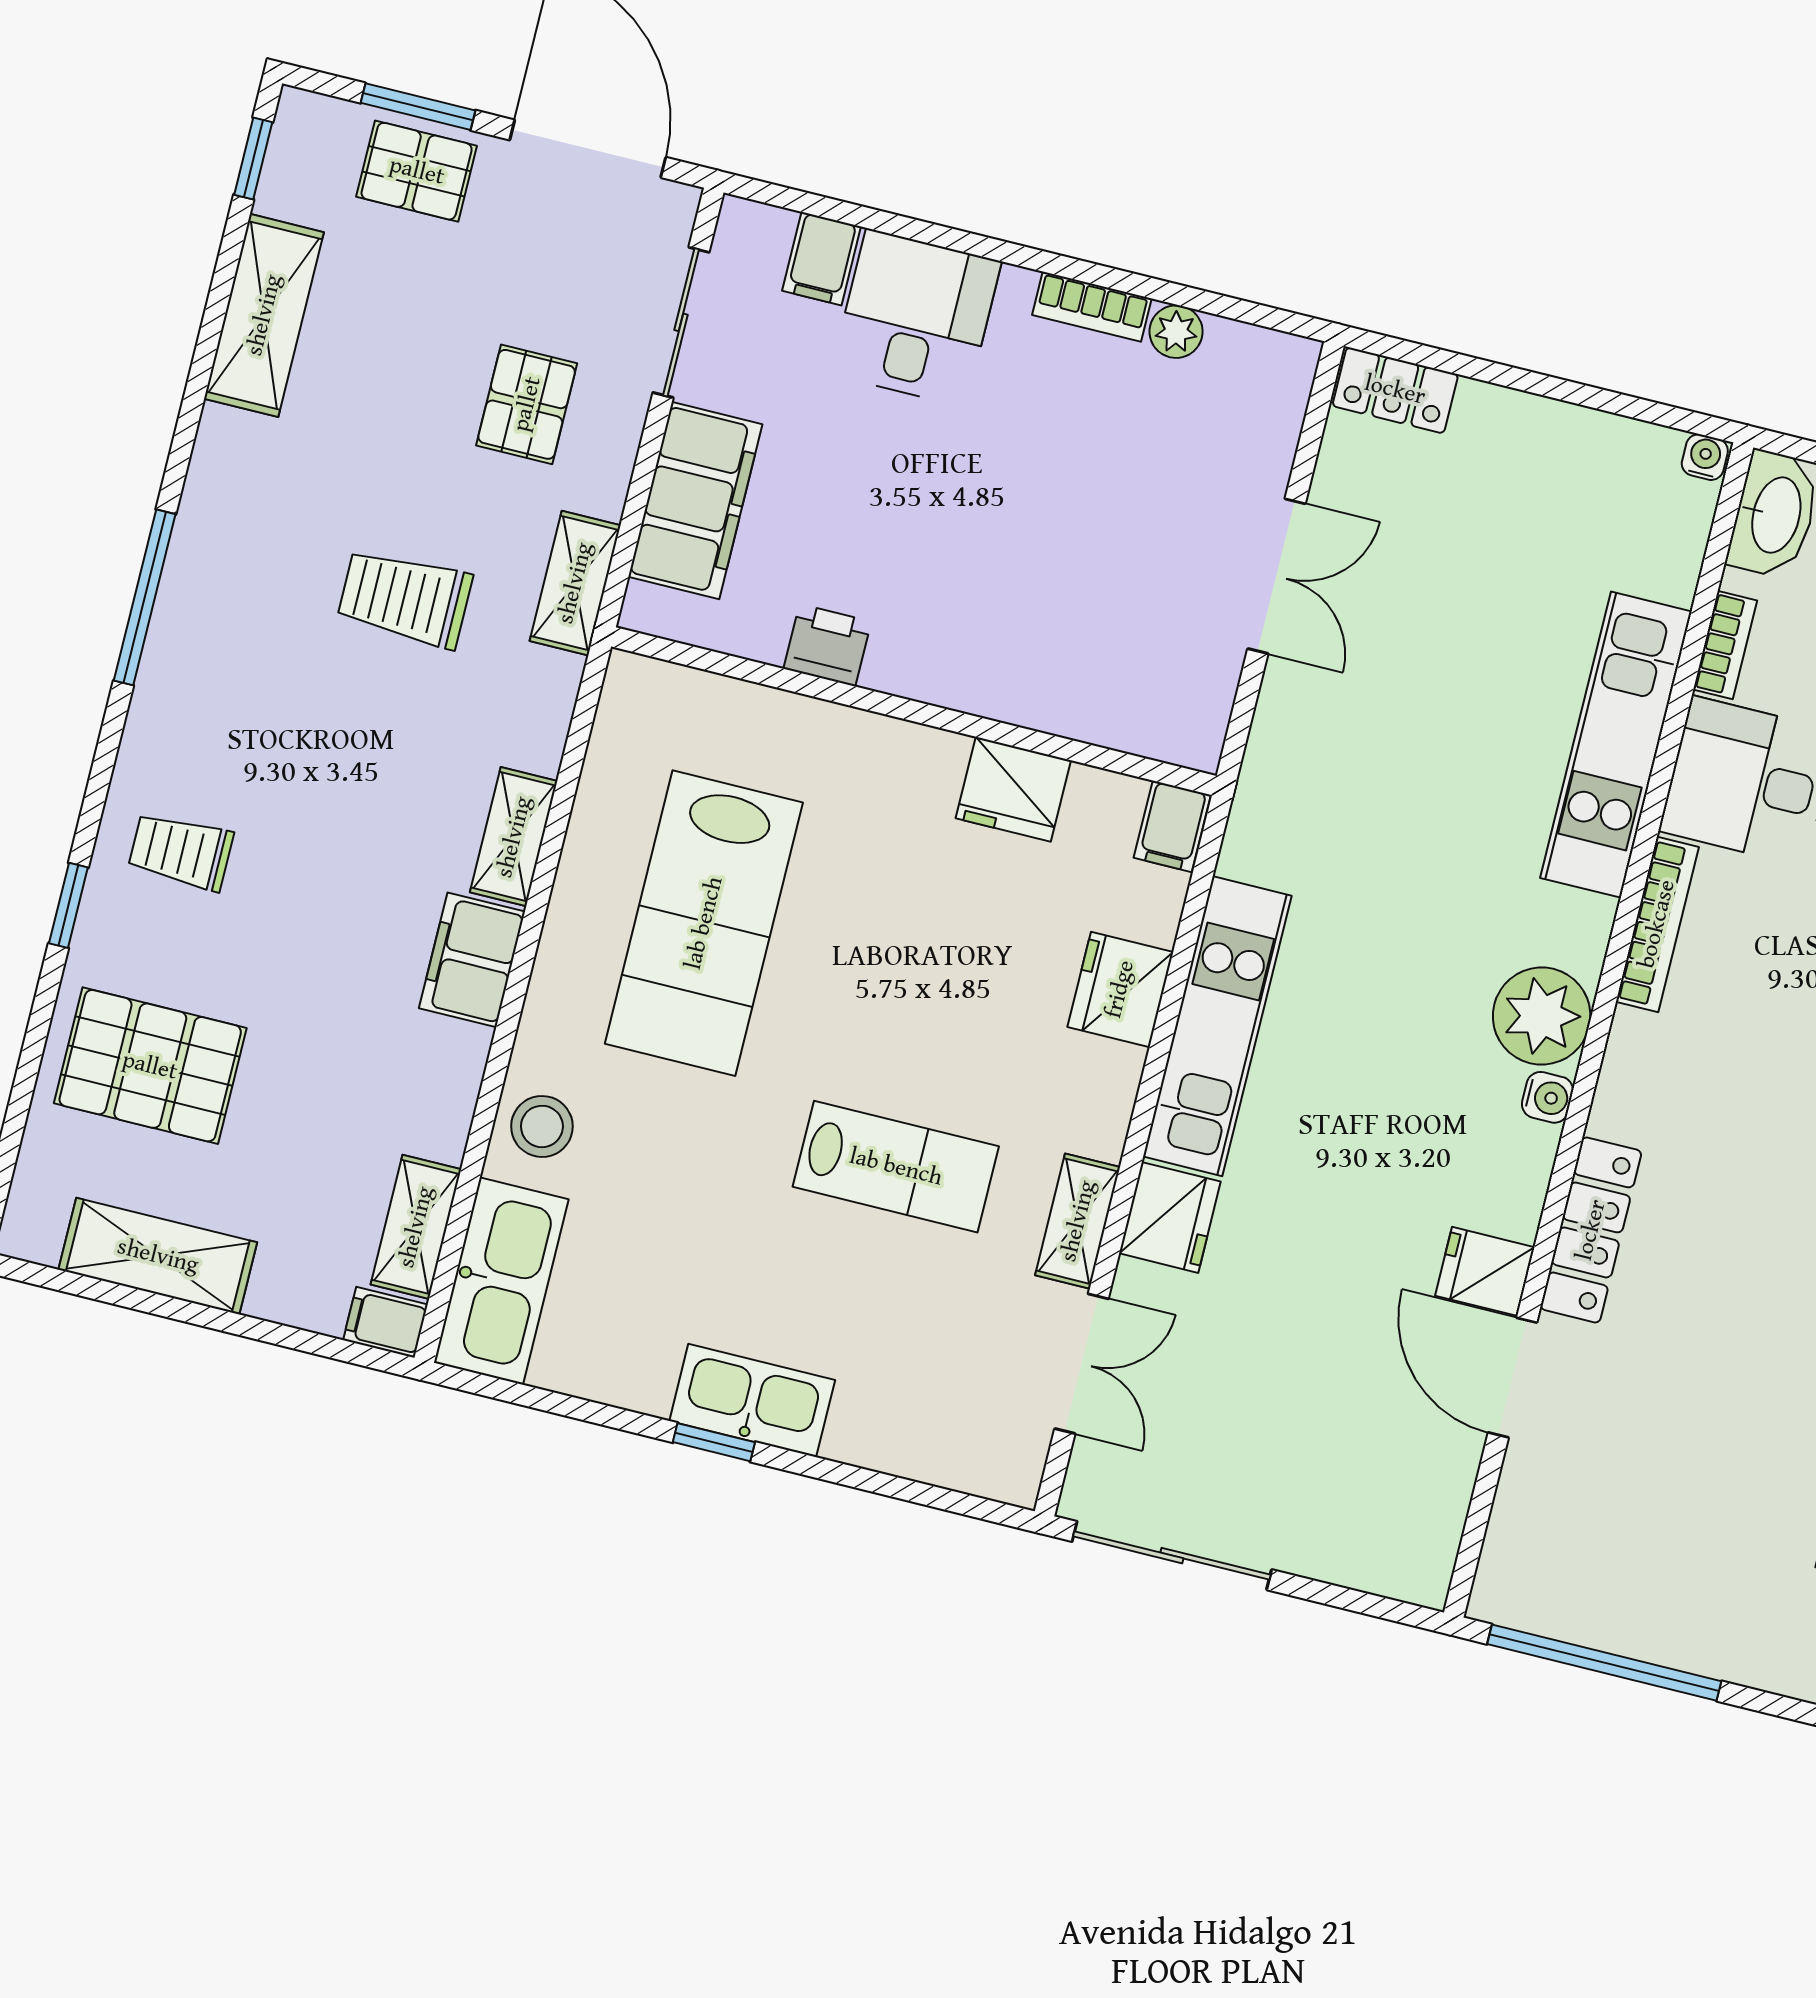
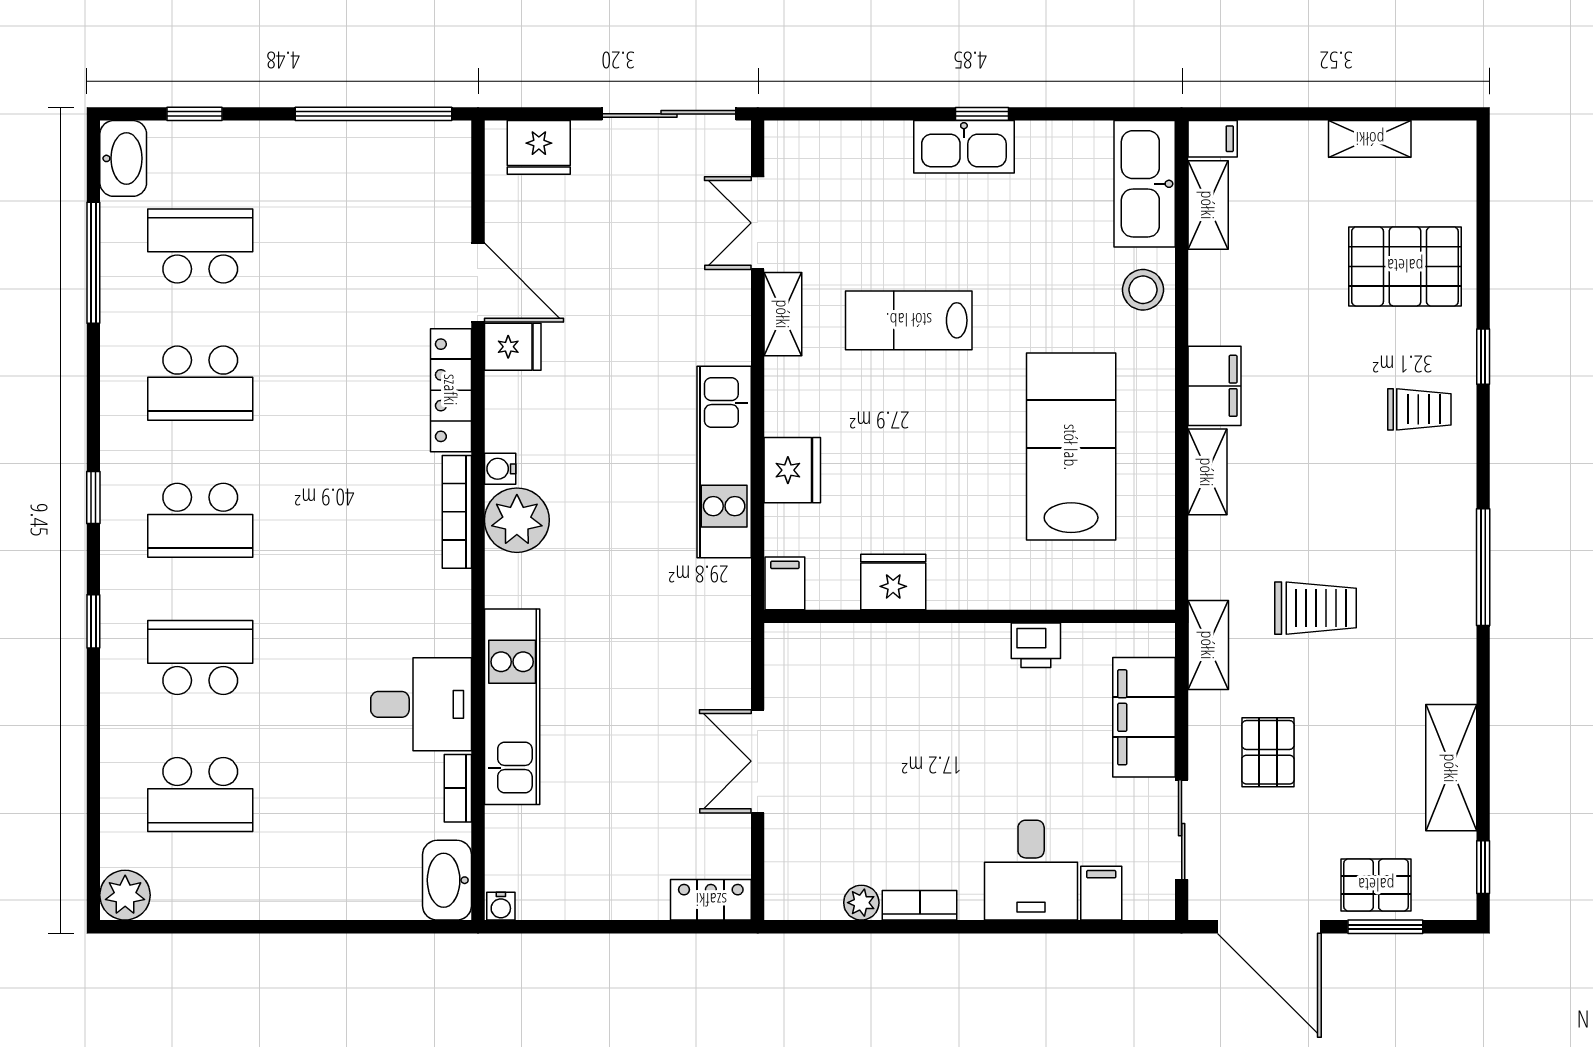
bookcase: (1657, 924) -> (457, 512), moved
fridge: (1170, 1217) -> (539, 147), moved, turned -90
shelving: (158, 1256) -> (1370, 139), width x0.67, depth x0.75

